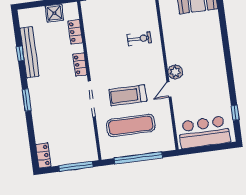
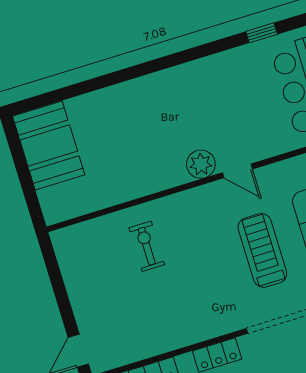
treadmill: (128, 95) -> (262, 250), turned 180

